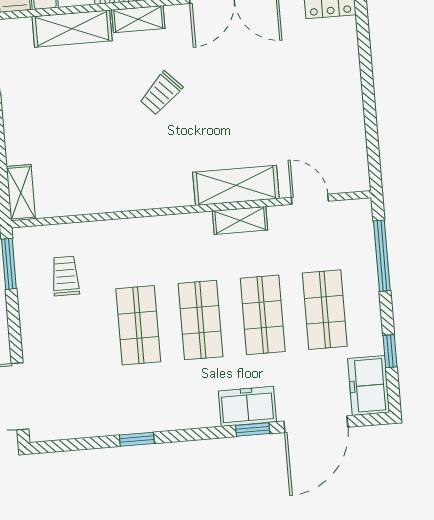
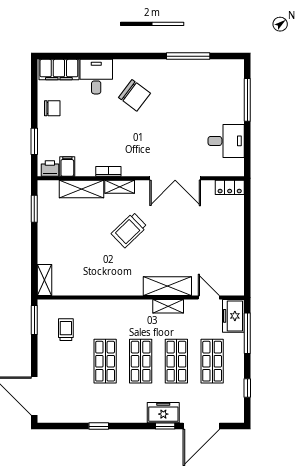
trolley: (161, 93) -> (129, 230), width x1.36, depth x1.39
freezer: (369, 385) -> (233, 316), moved

